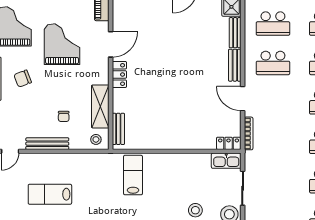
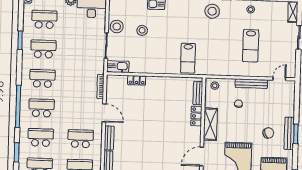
locker: (119, 74) -> (196, 116), moved
shelving: (100, 106) -> (210, 124), moved
locker: (229, 143) -> (137, 80), moved
lab bench: (50, 194) -> (251, 46), turned 90

